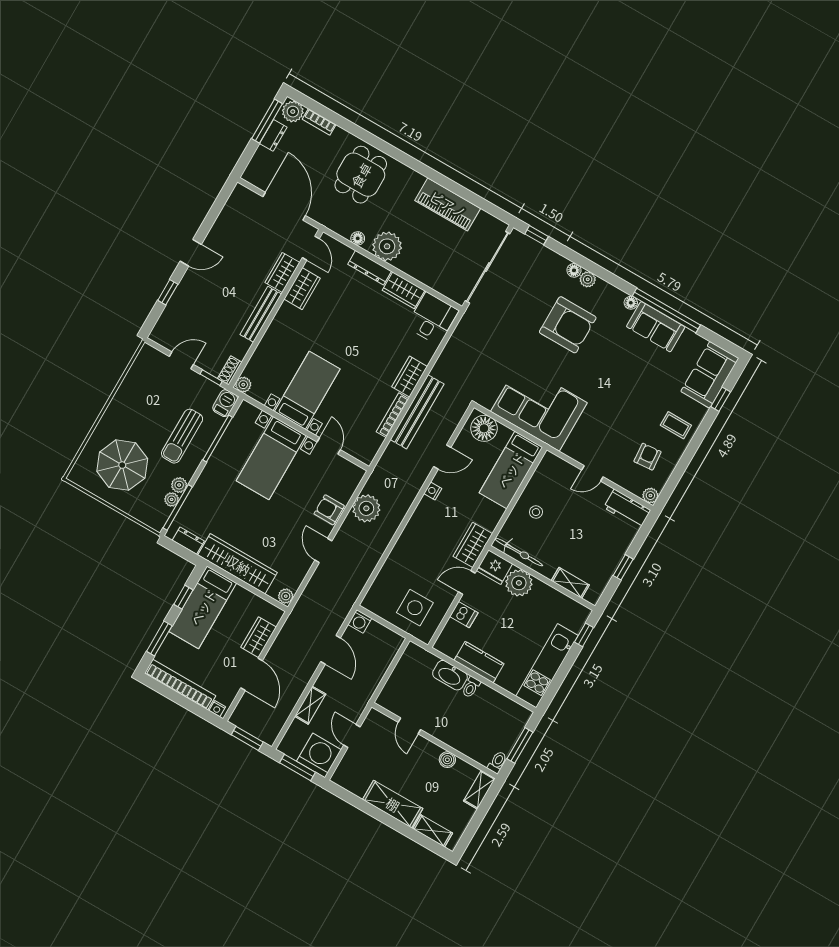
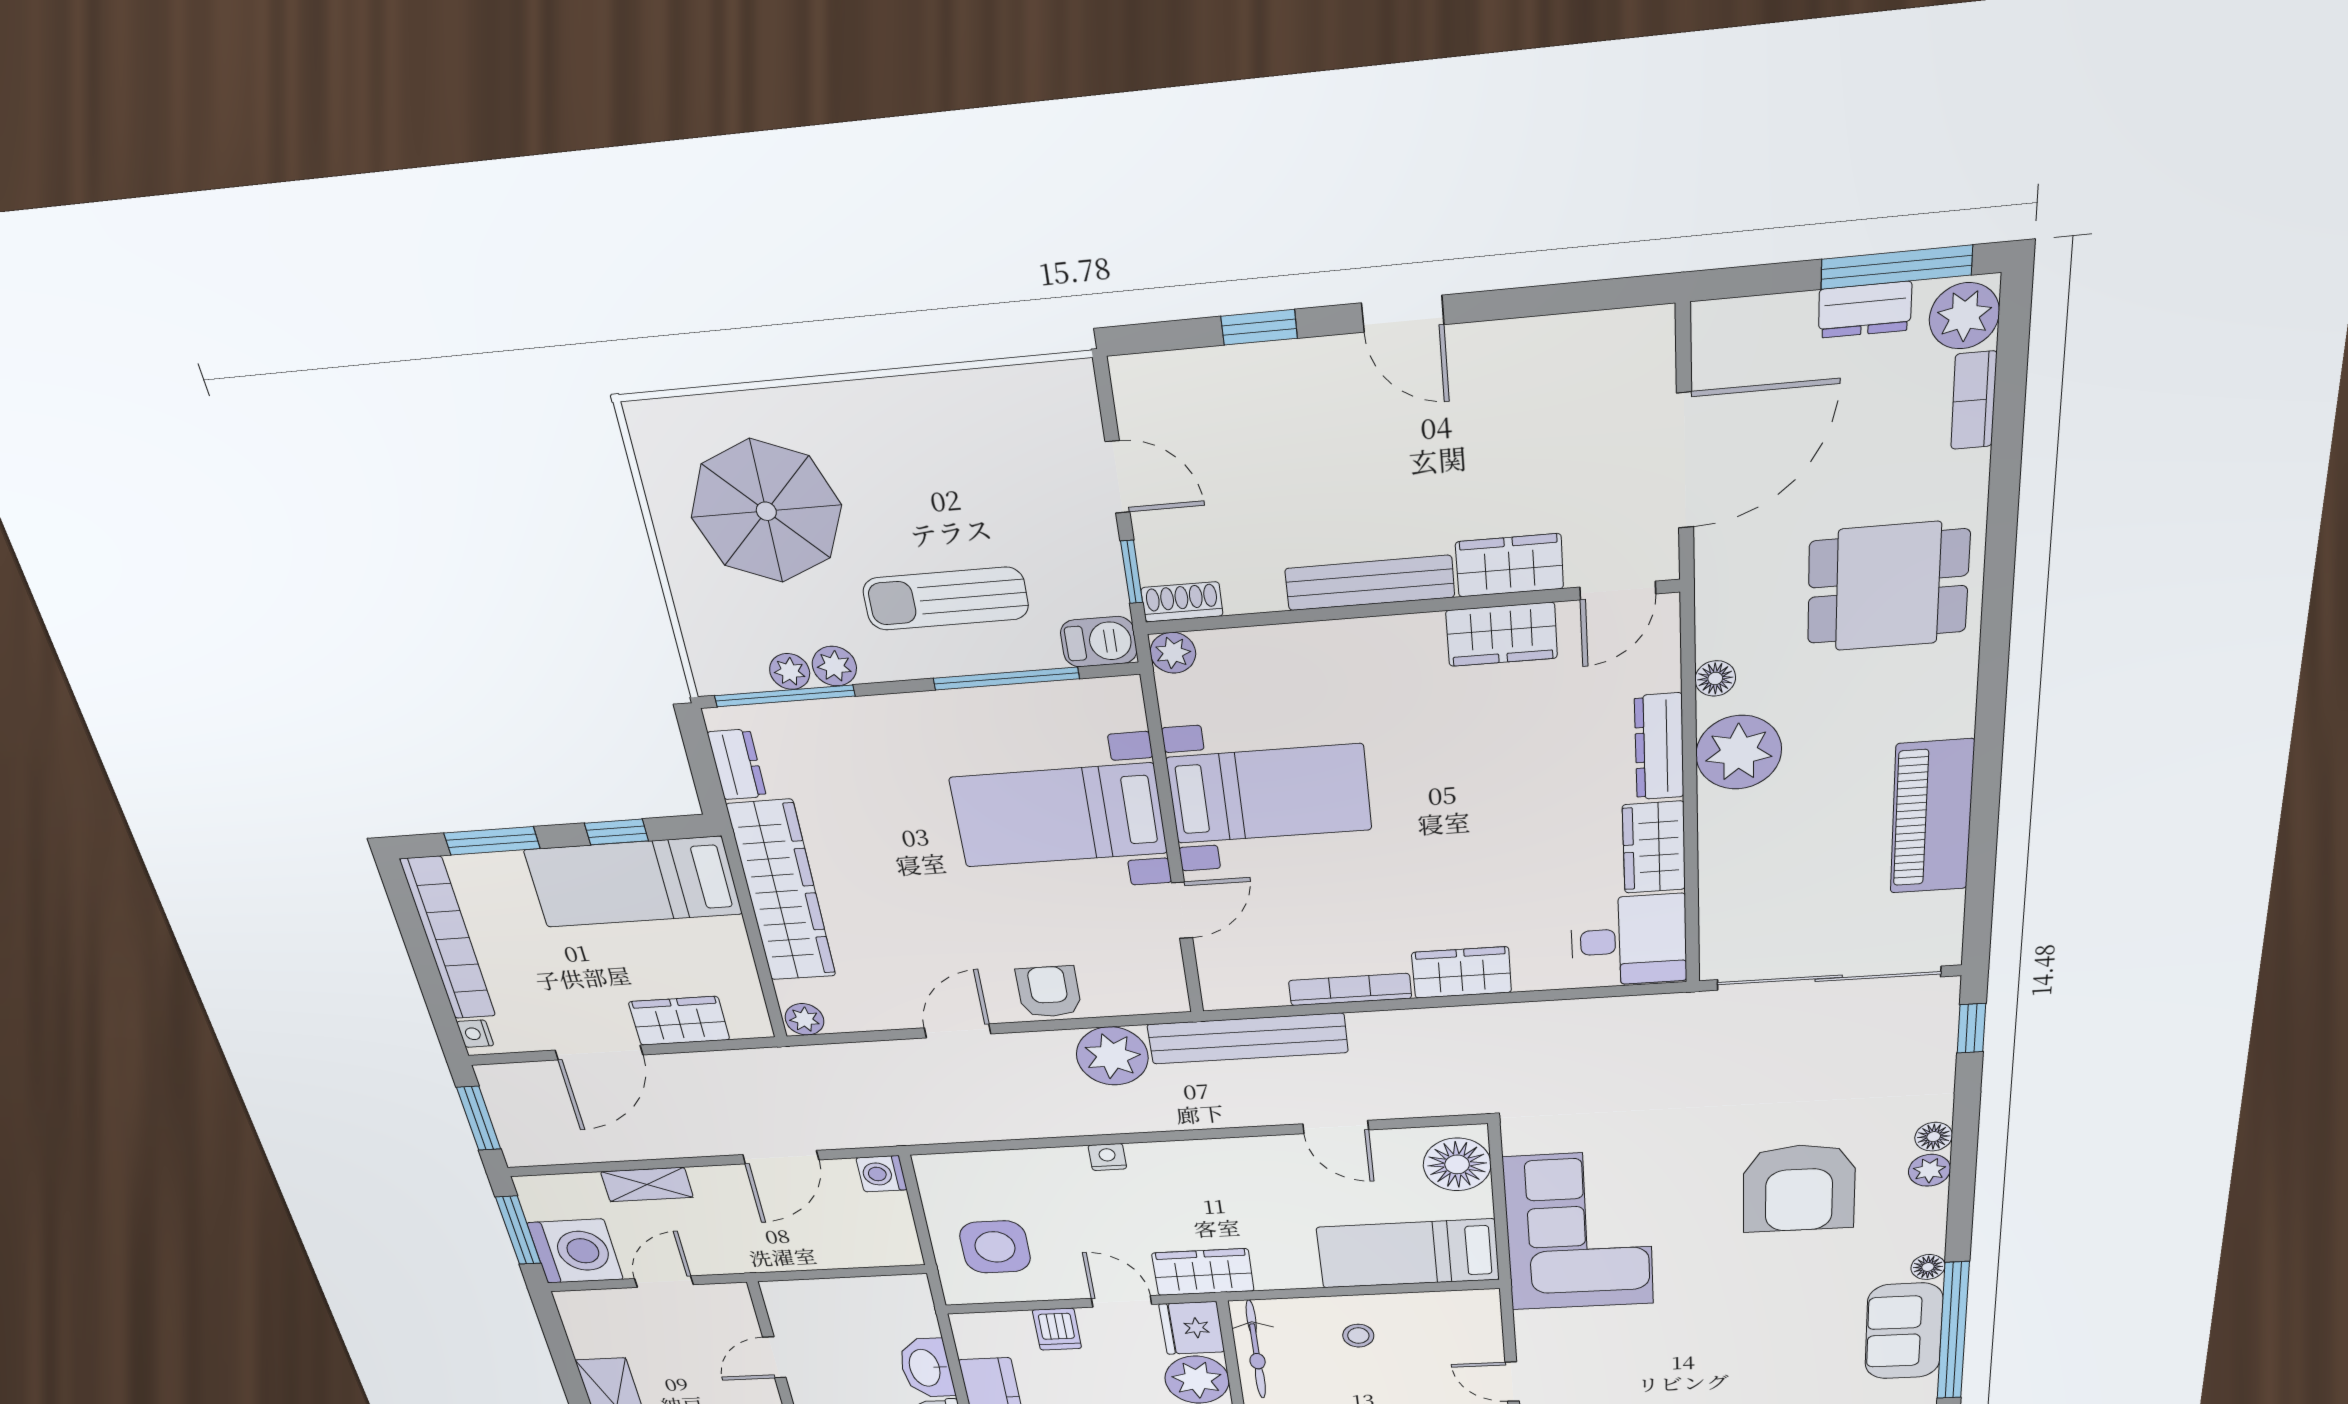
bench: (417, 412) -> (1248, 1038), moved
nightstand: (433, 491) -> (1107, 1157), moved

